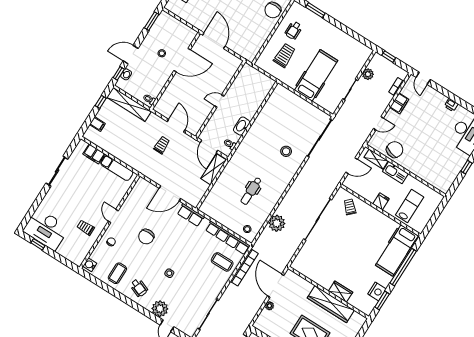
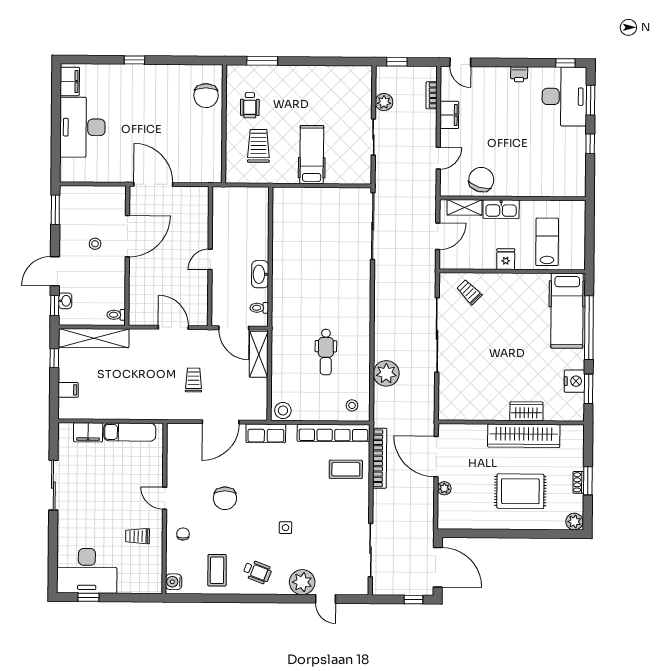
hospital bed: (316, 75) -> (312, 155), width x0.73, depth x0.78
trolley: (162, 145) -> (193, 380), moved
stool: (286, 151) -> (283, 410), moved

